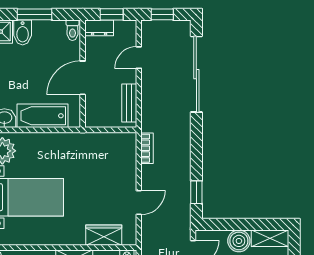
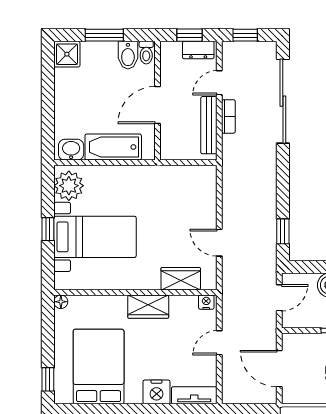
dresser: (99, 28) -> (198, 50), moved
bidet: (23, 32) -> (128, 55), moved
bench: (129, 103) -> (209, 125), width x1.36
bookcase: (147, 148) -> (228, 116), moved
door: (139, 202) -> (219, 243), swing flipped

